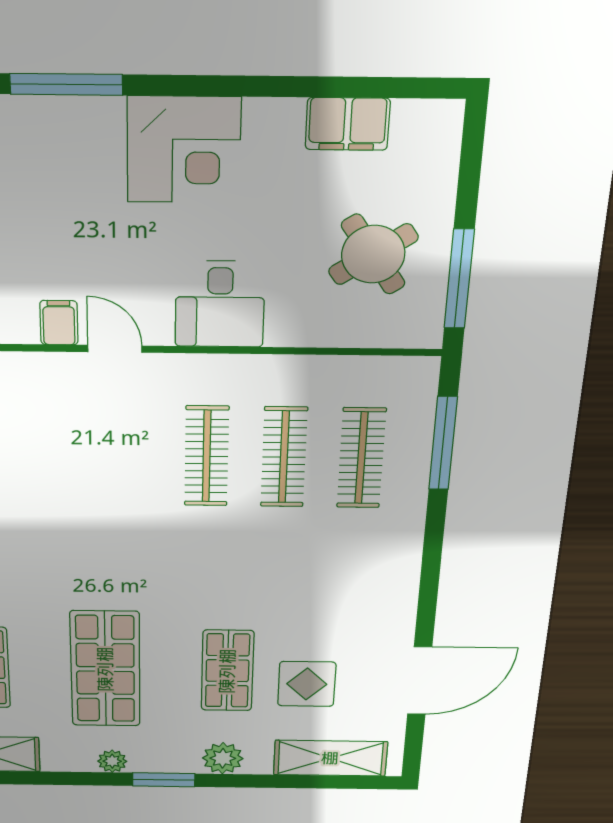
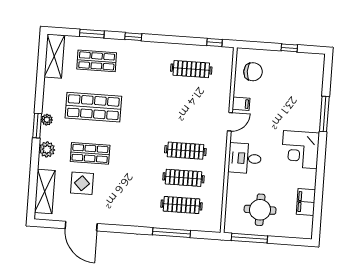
round table: (373, 254) -> (260, 210), turned 34
window: (443, 443) -> (172, 233), moved
plant: (112, 761) -> (47, 120), moved

